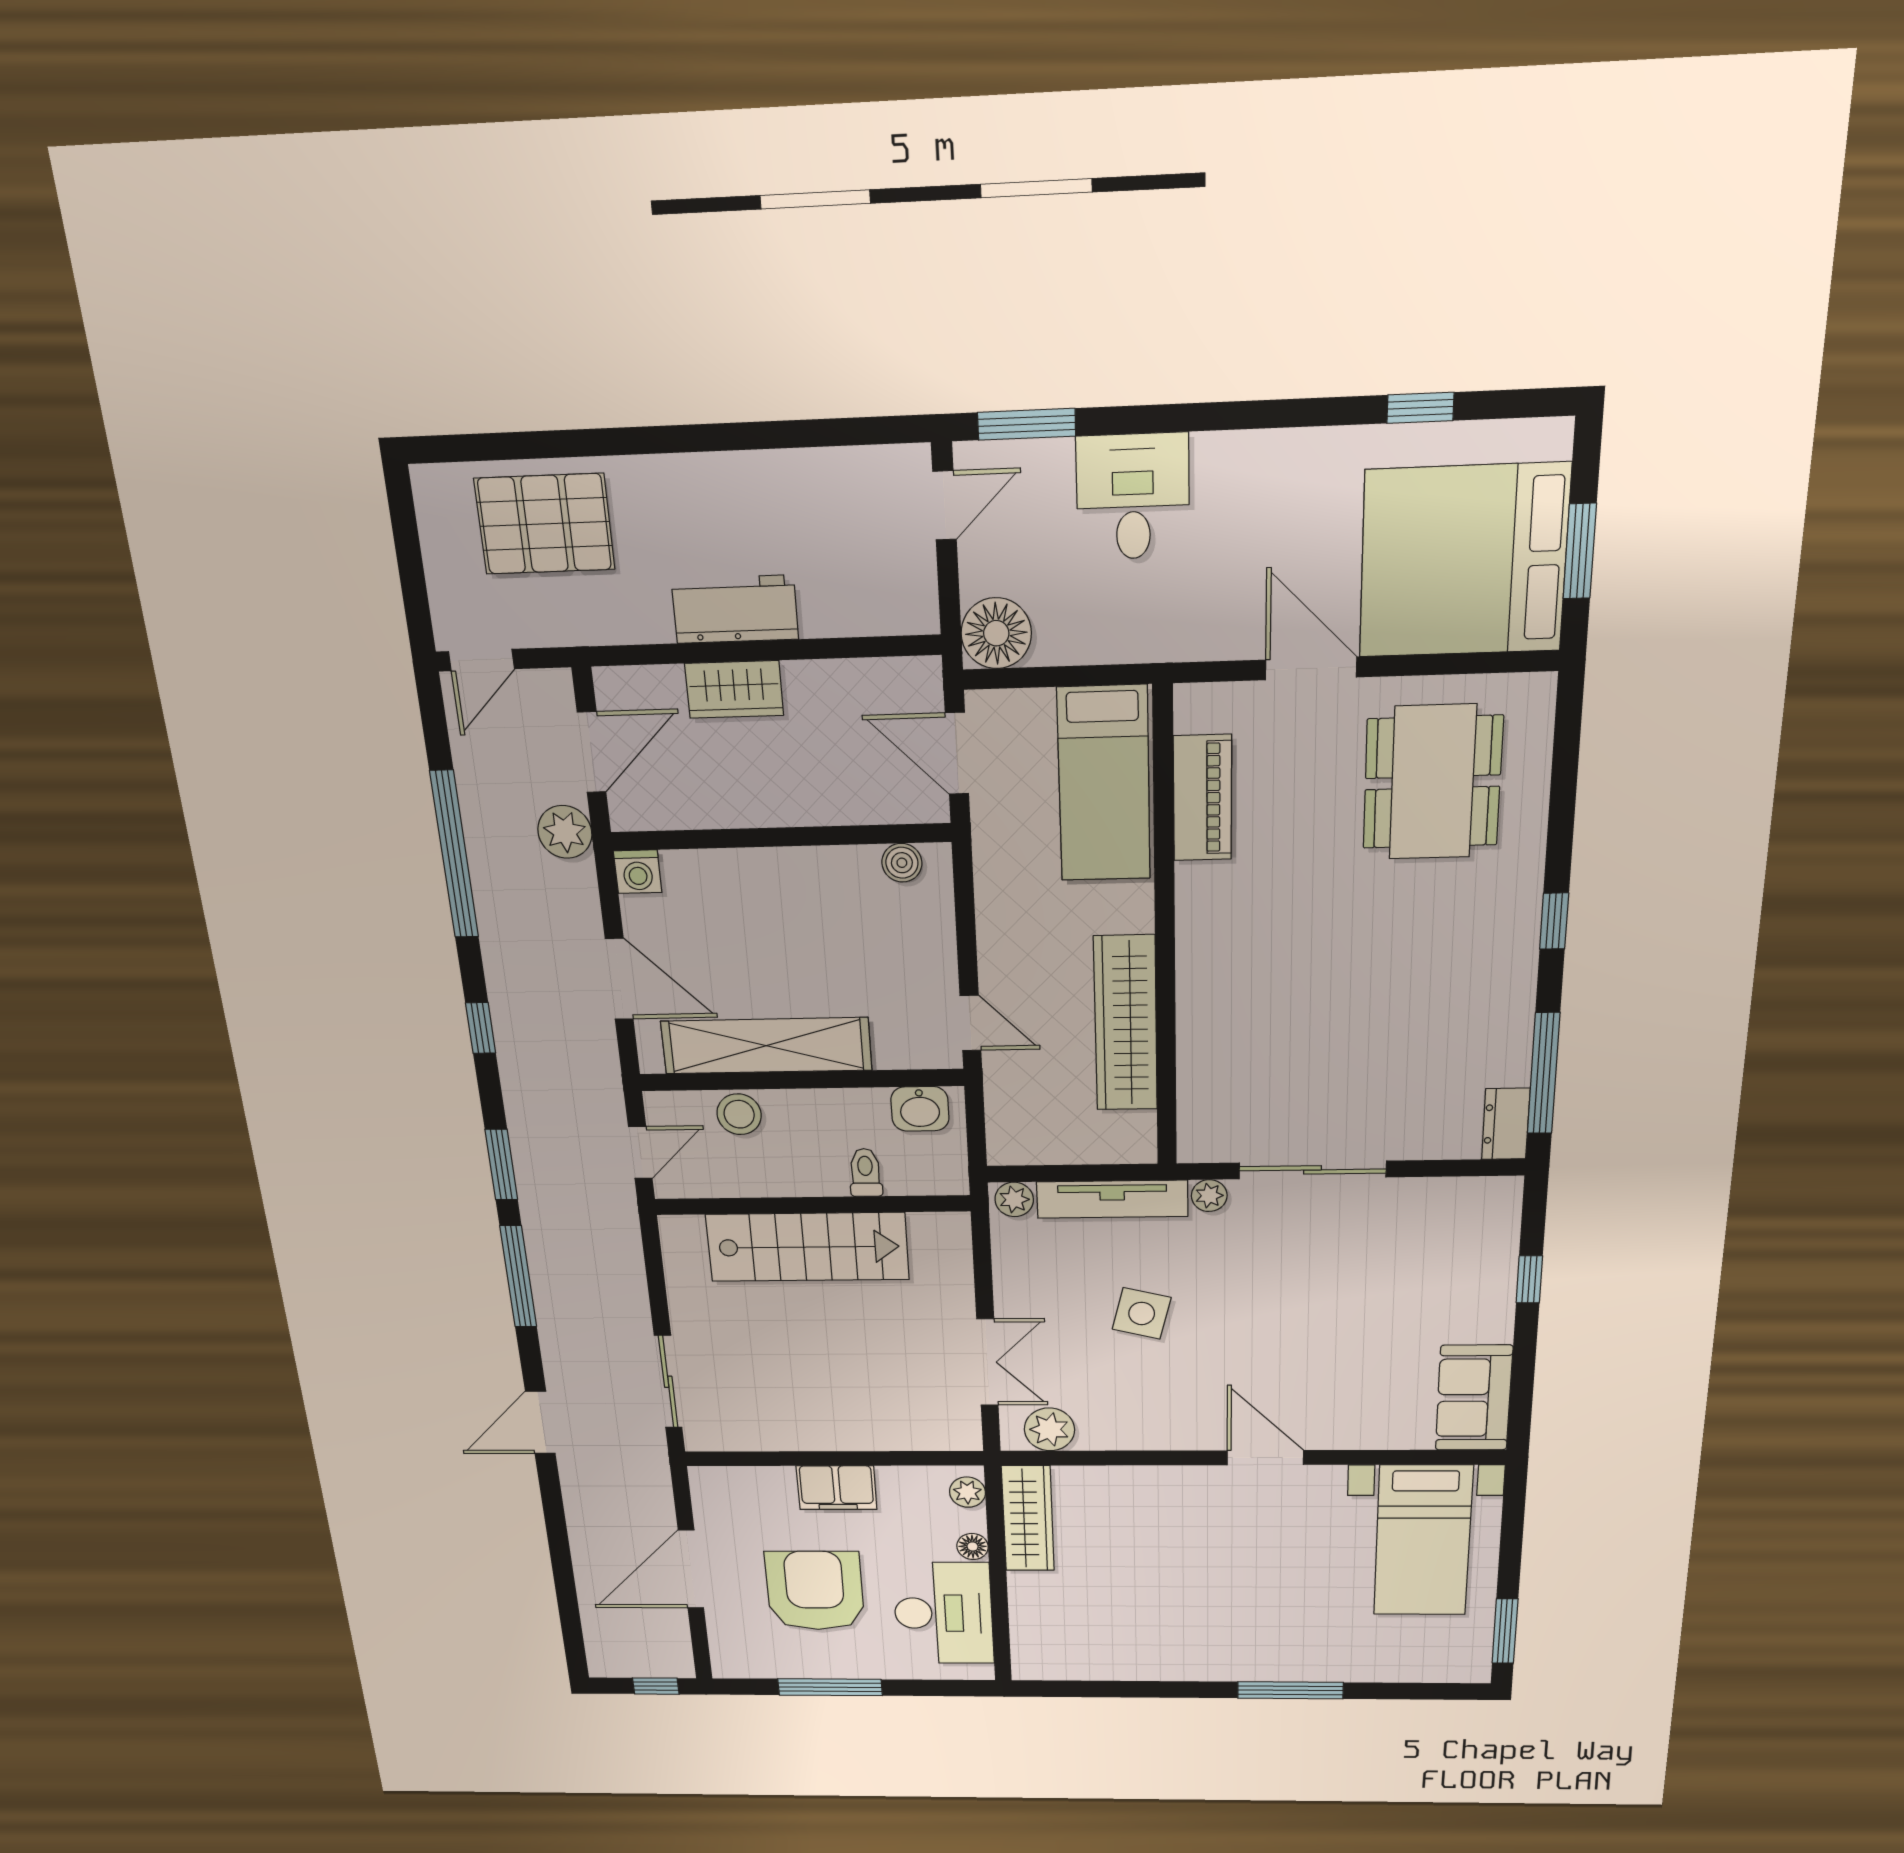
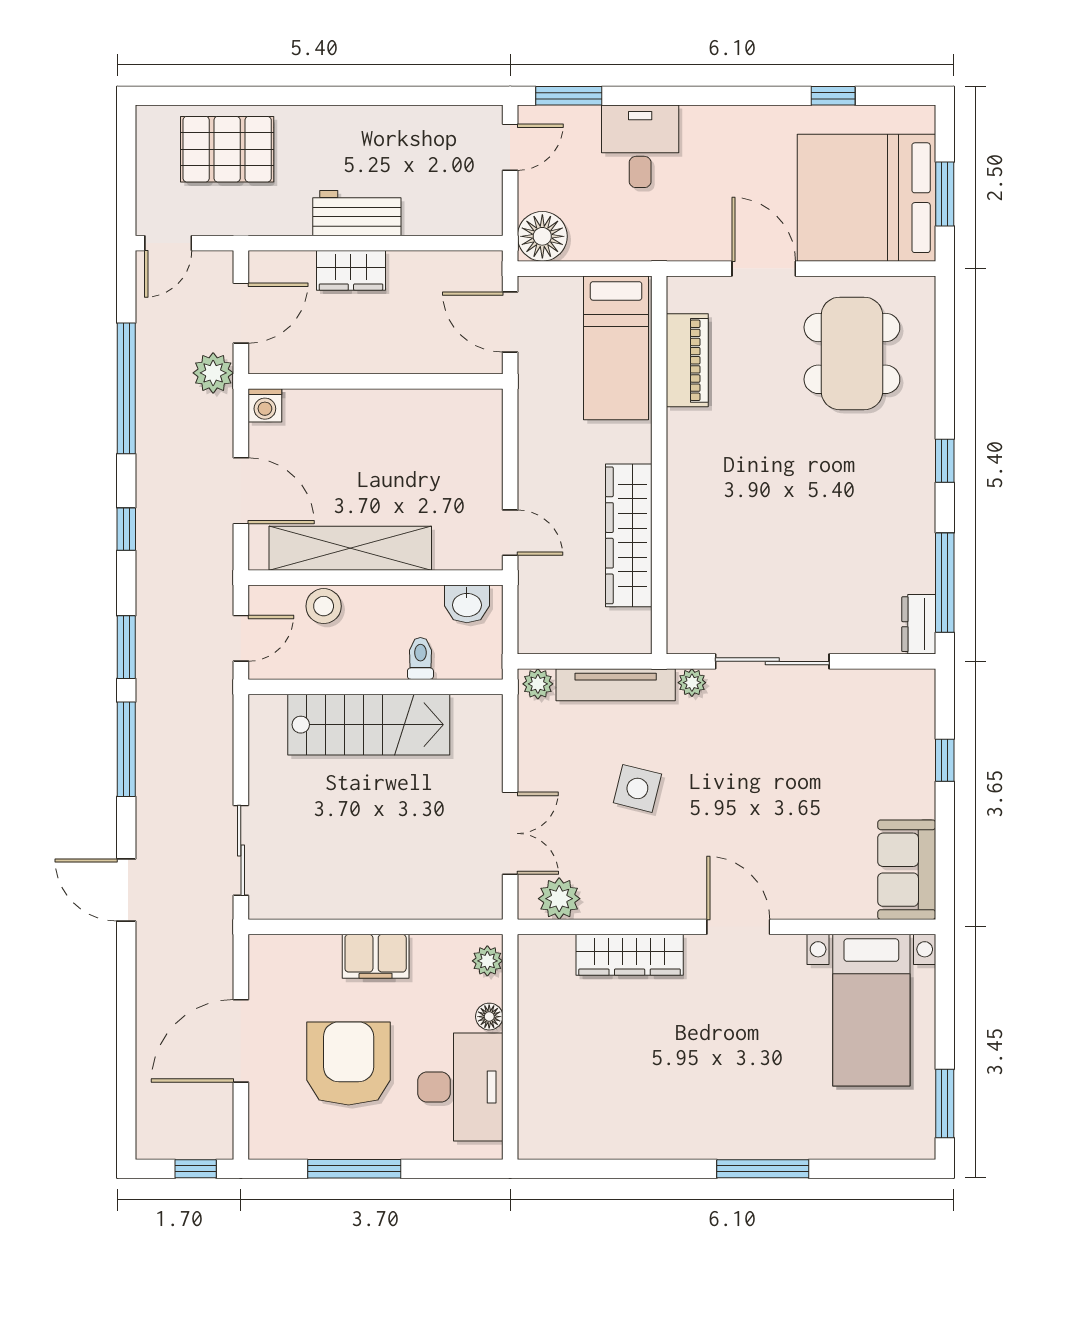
boiler: (902, 863) -> (465, 404), removed
door: (540, 1422) -> (126, 890), hinge flipped
wardrobe: (1028, 1518) -> (630, 955), moved, turned 90

